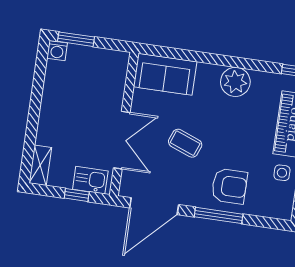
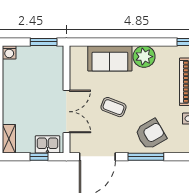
window: (76, 39) -> (44, 42), moved
sofa: (165, 74) -> (110, 58), moved
armchair: (229, 186) -> (151, 134), turned -30

